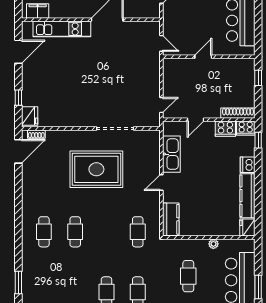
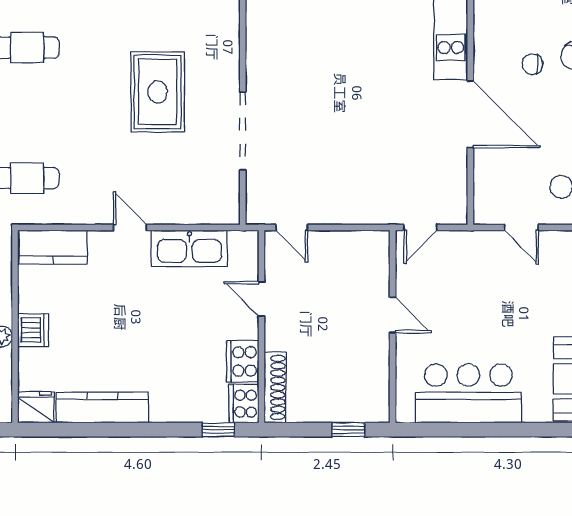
dishwasher: (248, 165) -> (33, 330), moved, turned 90
rug: (96, 169) -> (158, 92), width x0.73, depth x0.69

